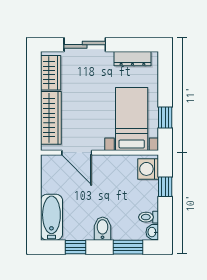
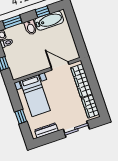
window: (165, 117) -> (21, 117), moved
washing machine: (148, 169) -> (16, 70), removed
bathtub: (51, 217) -> (49, 21), moved, turned -90

